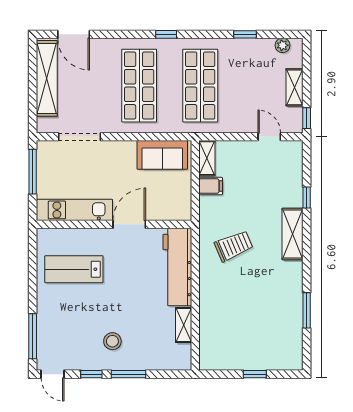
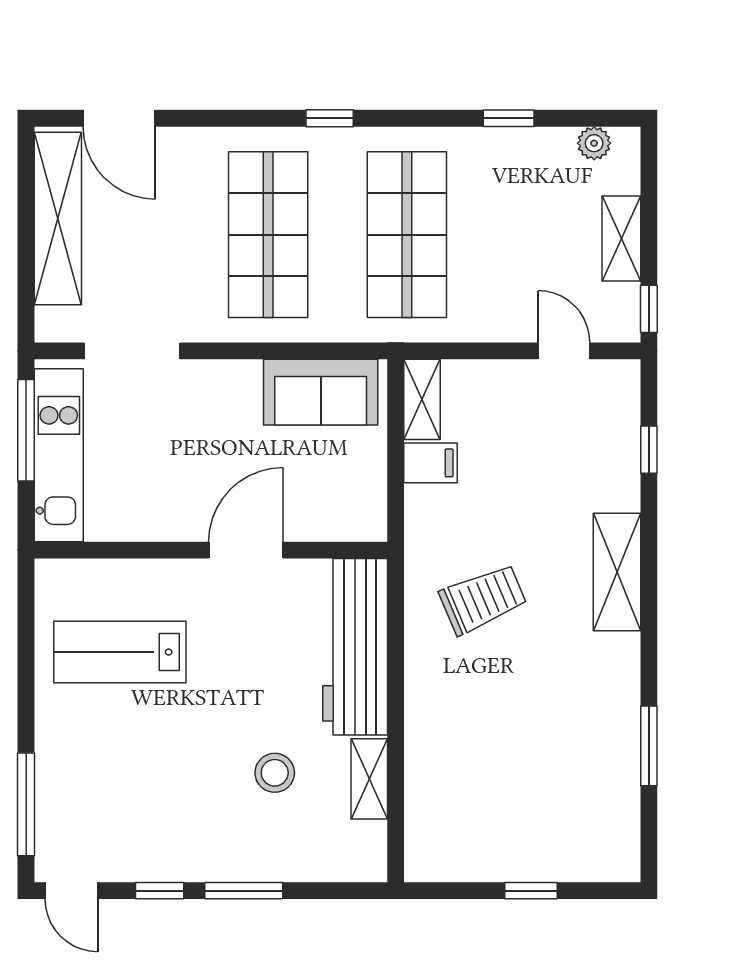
window: (307, 197) -> (649, 450), moved
kitchen unit: (74, 210) -> (59, 455), moved, turned 90
stool: (112, 341) -> (275, 773), moved

